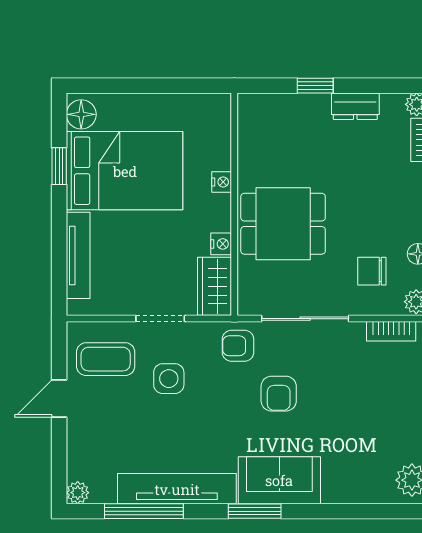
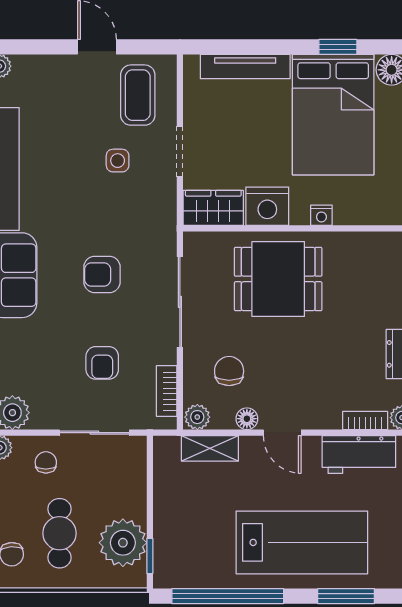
dining table: (283, 224) -> (278, 279), turned 90
nightstand: (221, 244) -> (267, 206), width x1.89, depth x1.79
armchair: (238, 346) -> (102, 363), moved, turned 180
side table: (169, 379) -> (118, 161), width x0.73, depth x0.73

